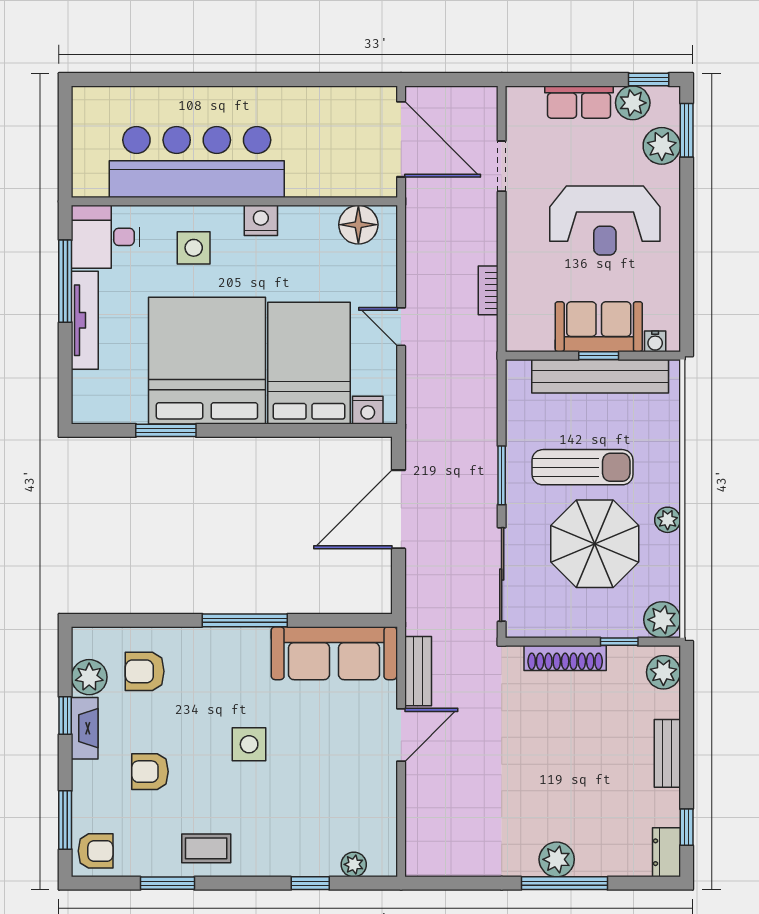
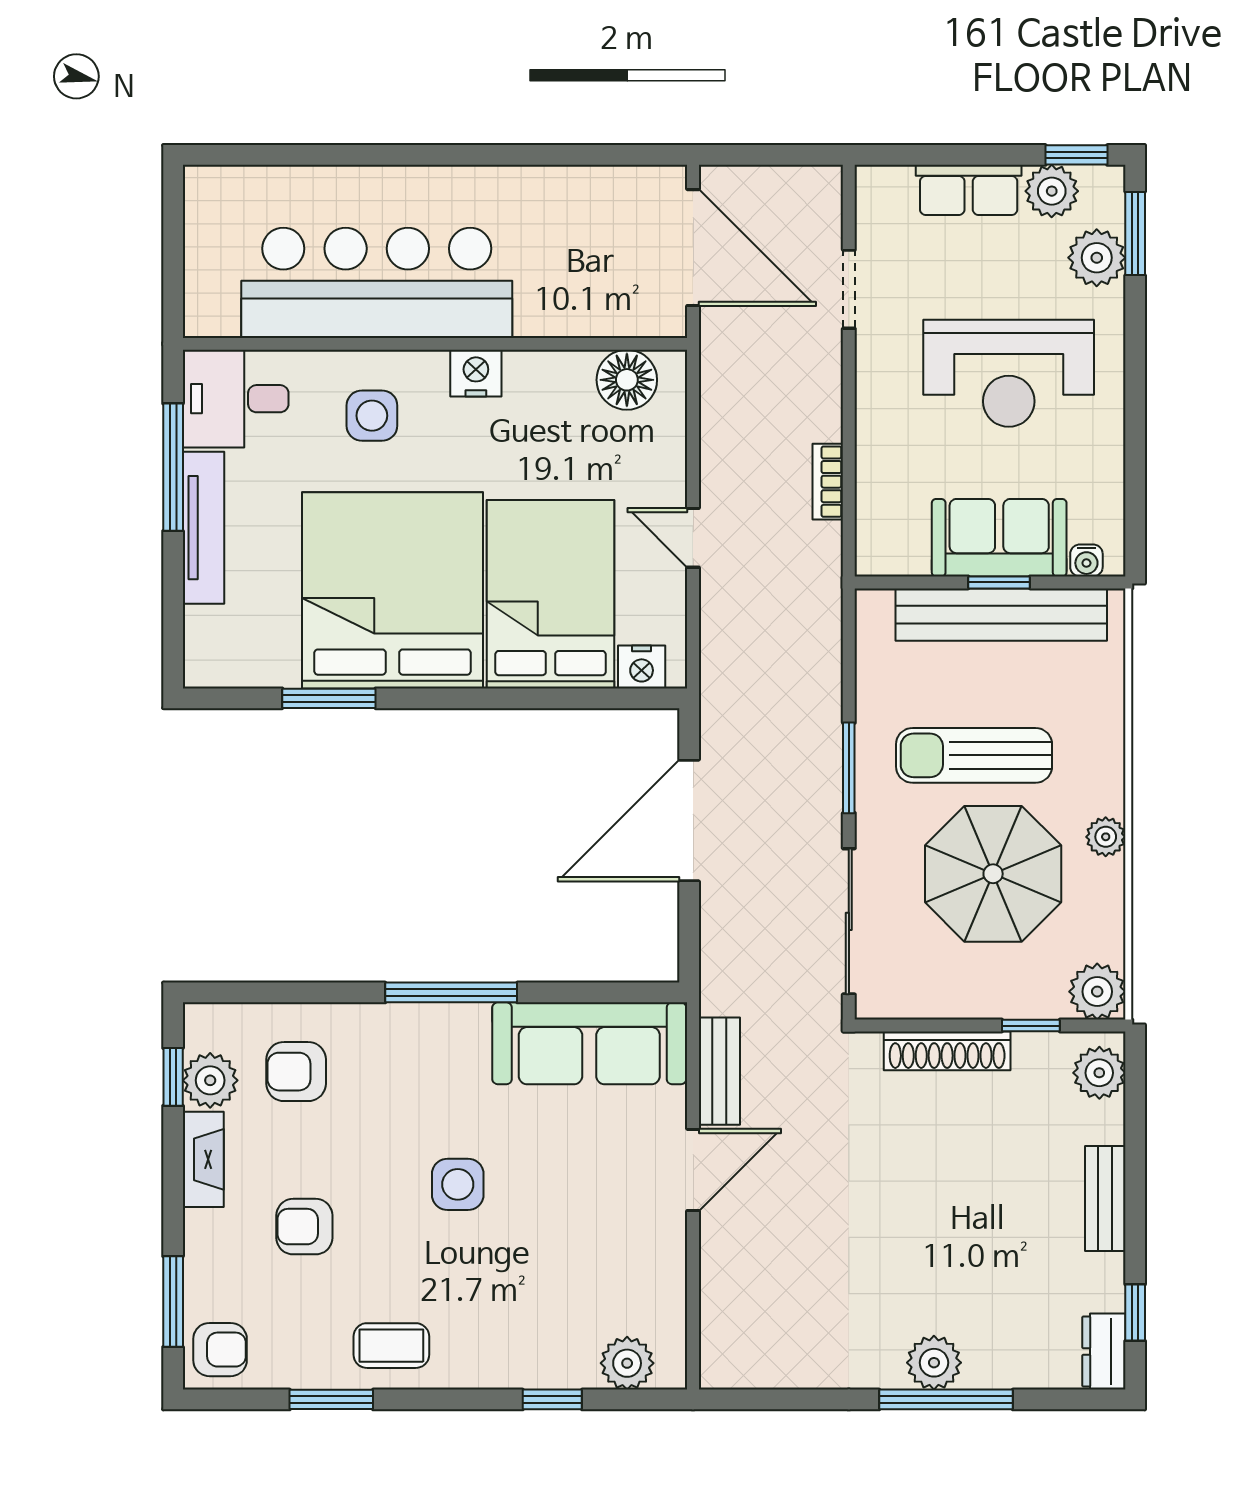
sun lounger: (583, 467) -> (974, 755), turned 180
window: (65, 716) -> (173, 1077), moved
plant: (354, 864) -> (627, 1363), width x1.38, depth x1.38

